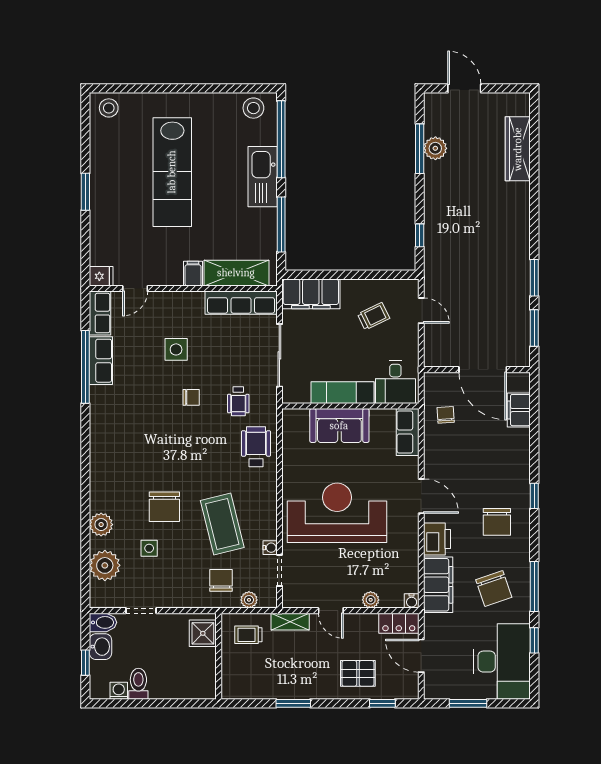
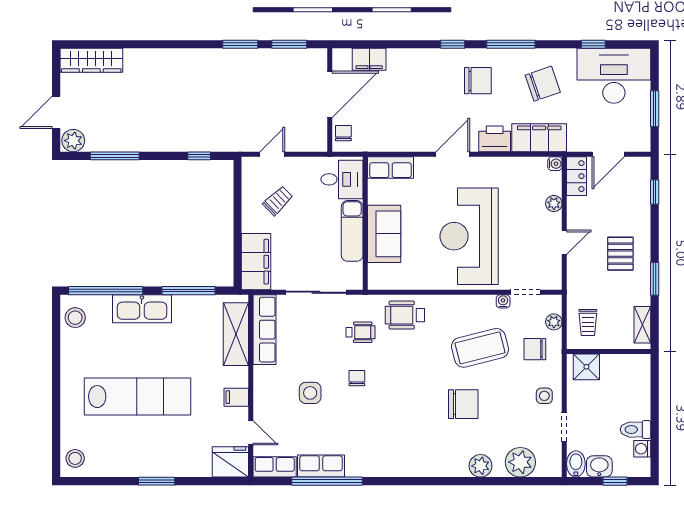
plant: (435, 148) -> (73, 141), moved
wardrobe: (518, 149) -> (91, 60), moved
filing cabinet: (193, 274) -> (236, 397), moved
fridge: (101, 276) -> (230, 462), width x1.88, depth x1.34
trolley: (374, 316) -> (278, 201), turned 72
chair: (446, 415) -> (343, 133), moved, turned 94
side table: (149, 548) -> (544, 396), moved
window: (534, 586) -> (511, 44), moved
shelving: (290, 622) -> (642, 325), moved
pallet: (358, 673) -> (620, 254), moved

